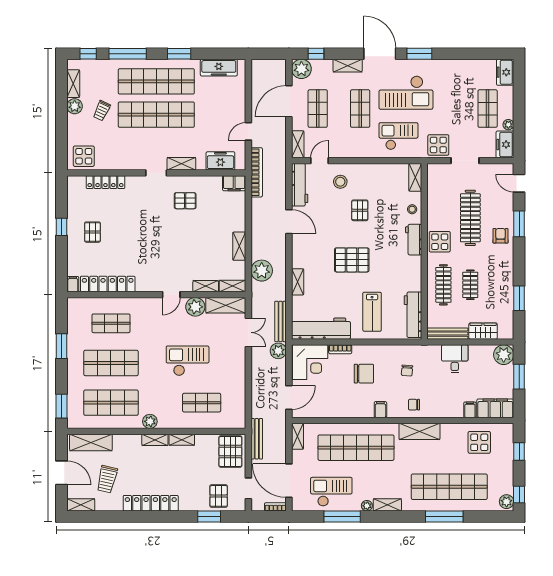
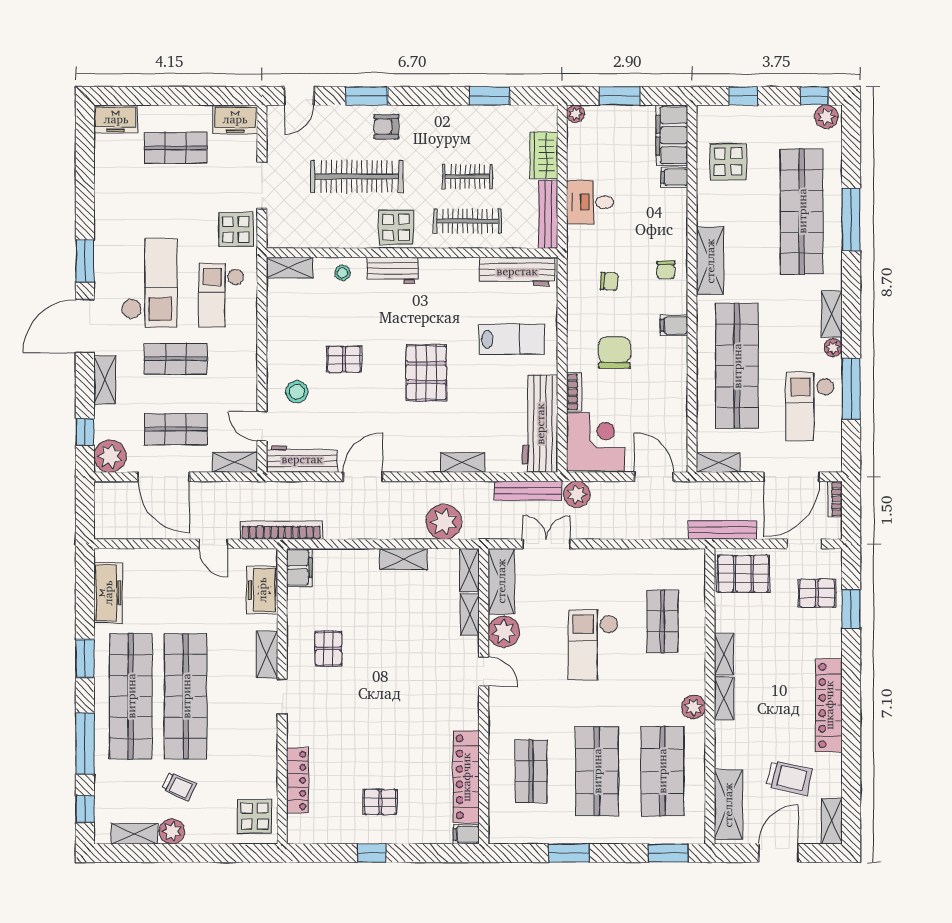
plant: (508, 125) -> (202, 114), removed
plant: (504, 355) -> (575, 114), width x0.53, depth x0.53

